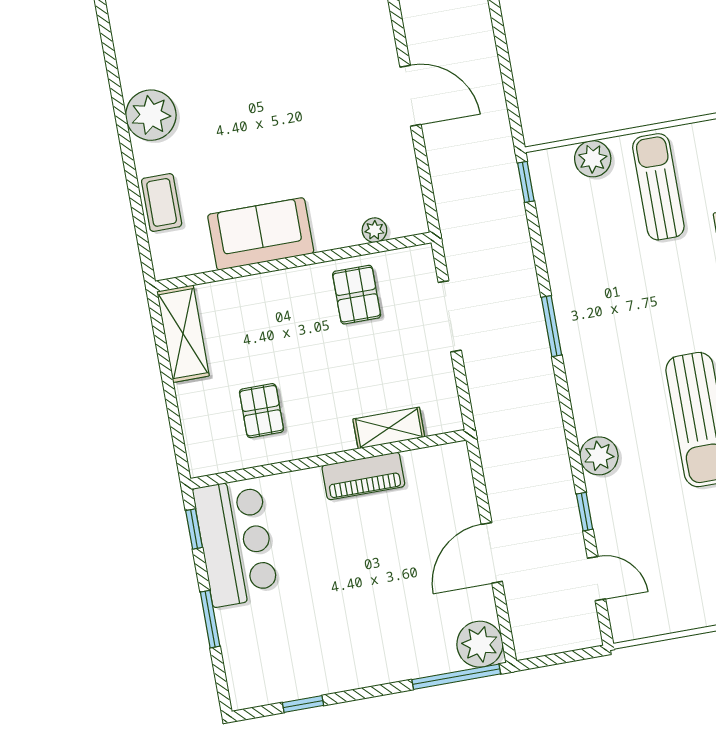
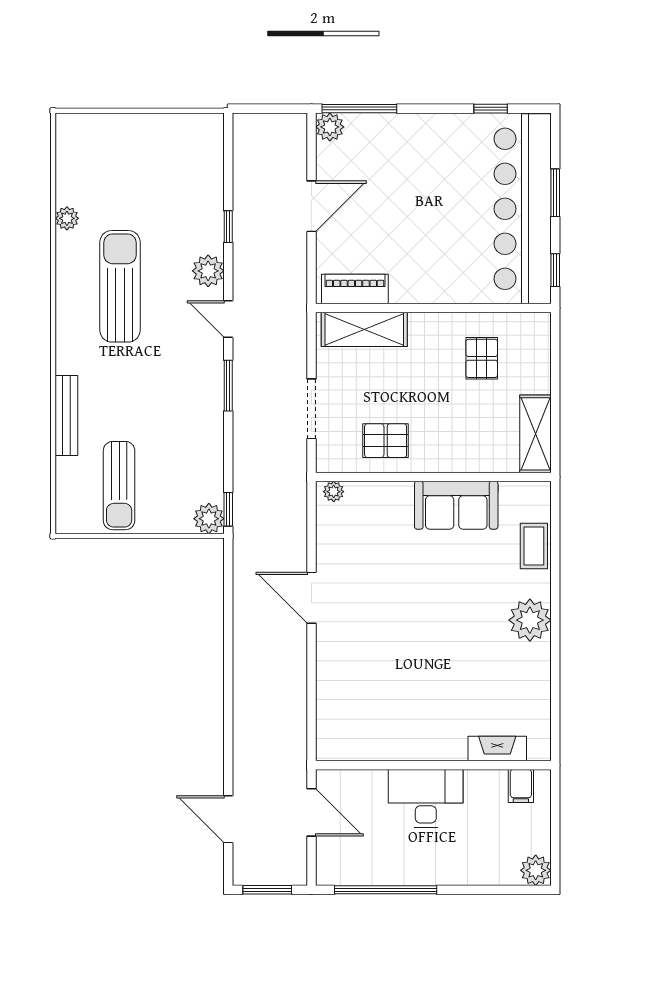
plant: (593, 159) -> (209, 519), moved
plant: (374, 230) -> (334, 492), moved
pallet: (357, 295) -> (386, 441), turned 90
shelving: (389, 428) -> (364, 329), width x1.50, depth x1.33
piano: (363, 476) -> (355, 289), moved
bar counter: (236, 542) -> (523, 209), width x1.86
door: (597, 579) -> (228, 319), moved
plant: (480, 644) -> (330, 127), width x0.73, depth x0.73

